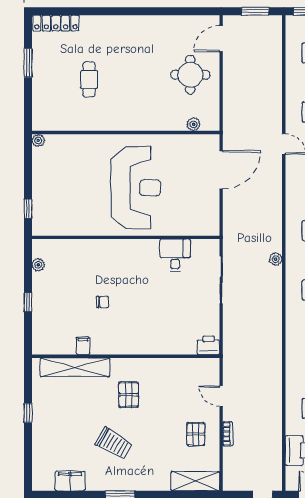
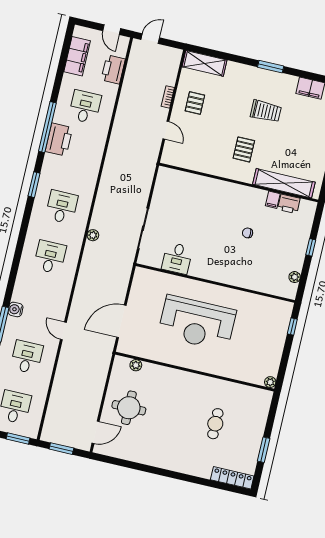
reception desk: (136, 188) -> (197, 323), turned -90
printer: (208, 345) -> (289, 204), moved
trolley: (114, 443) -> (266, 111), turned 150

